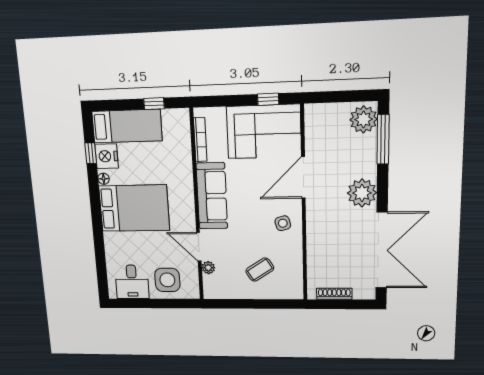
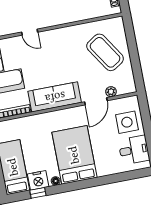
door: (303, 178) -> (30, 32), width x0.53
side table: (283, 223) -> (66, 41), removed
coffee table: (260, 270) -> (105, 52), width x1.86, depth x1.72

